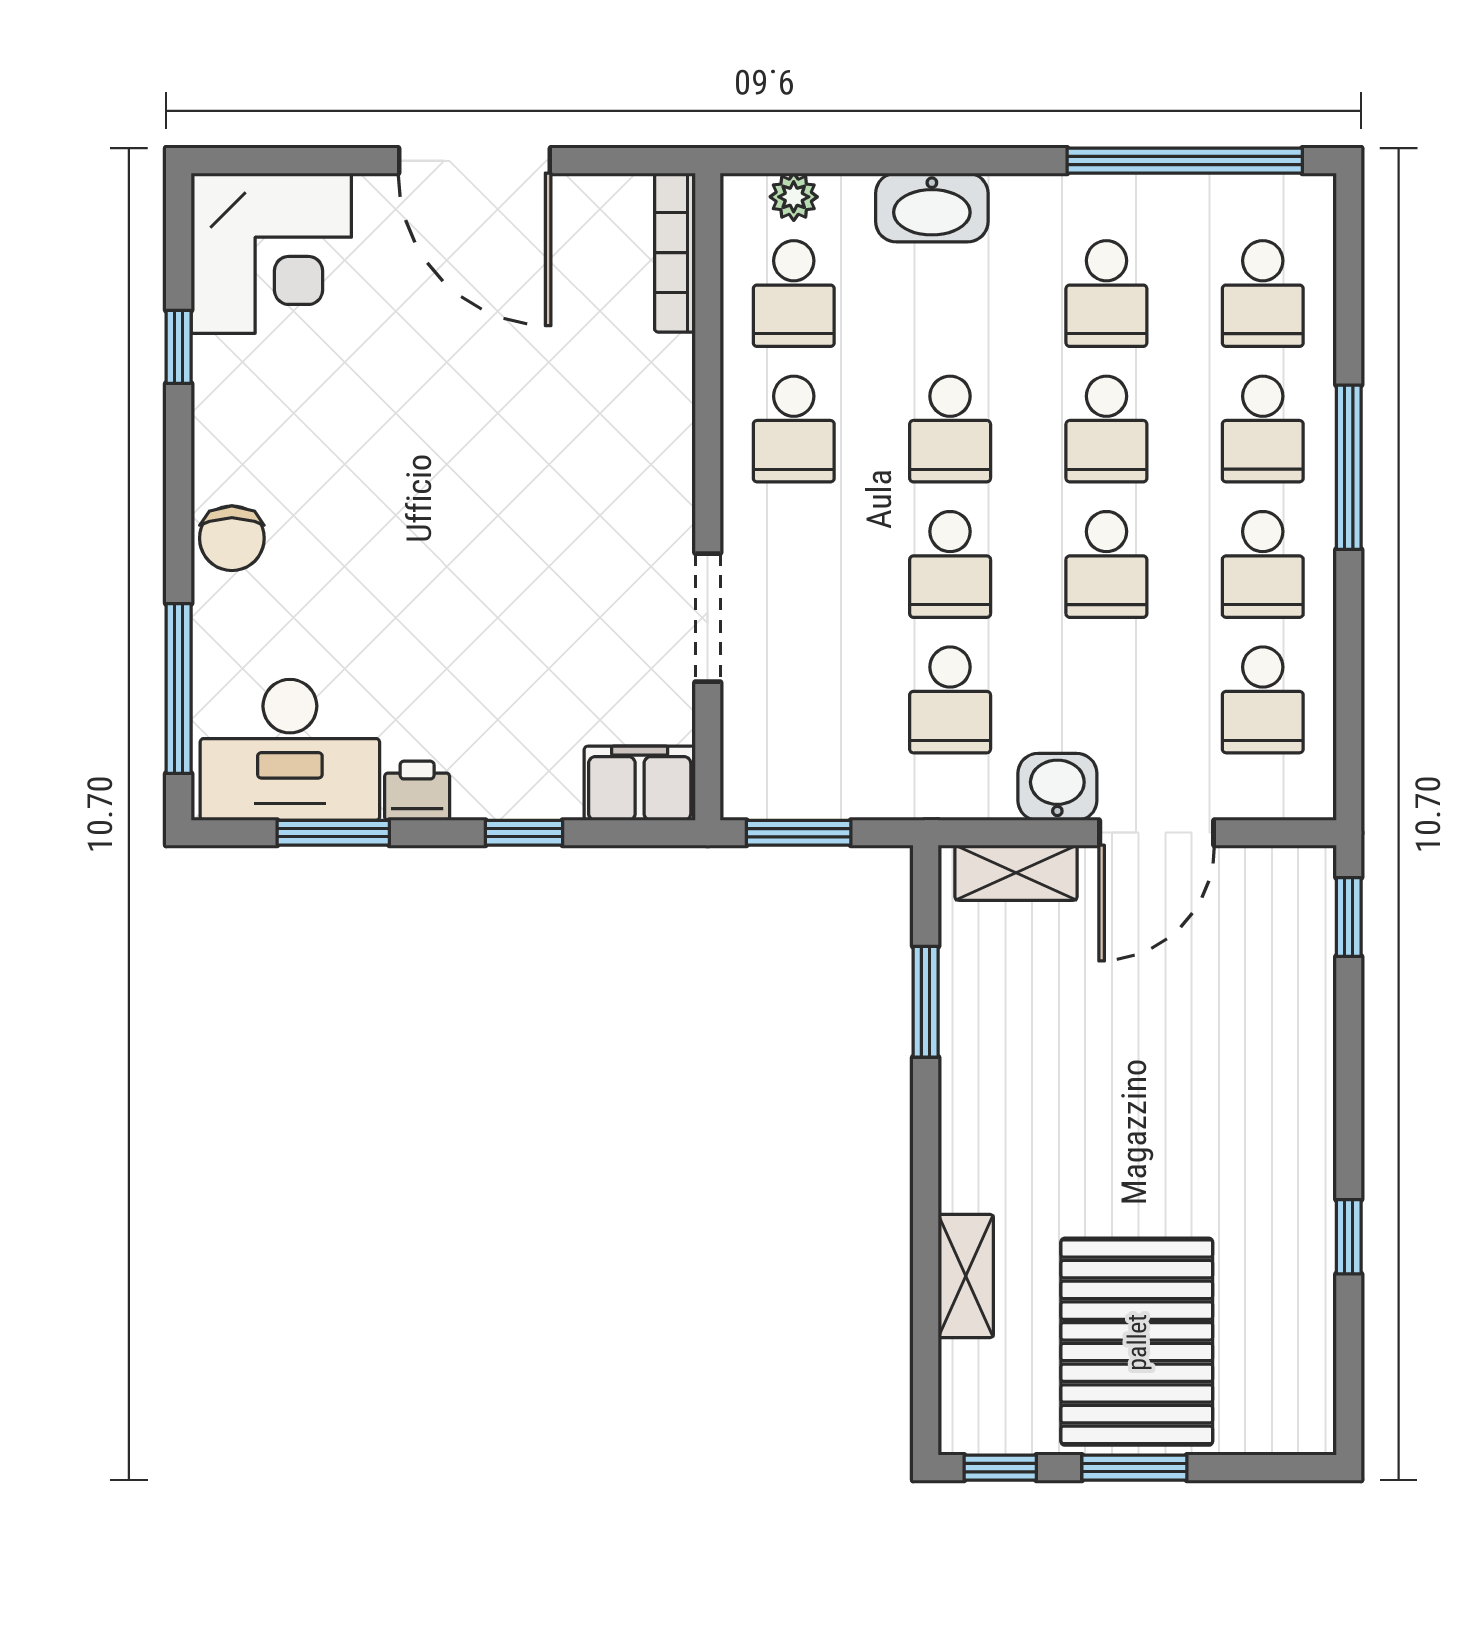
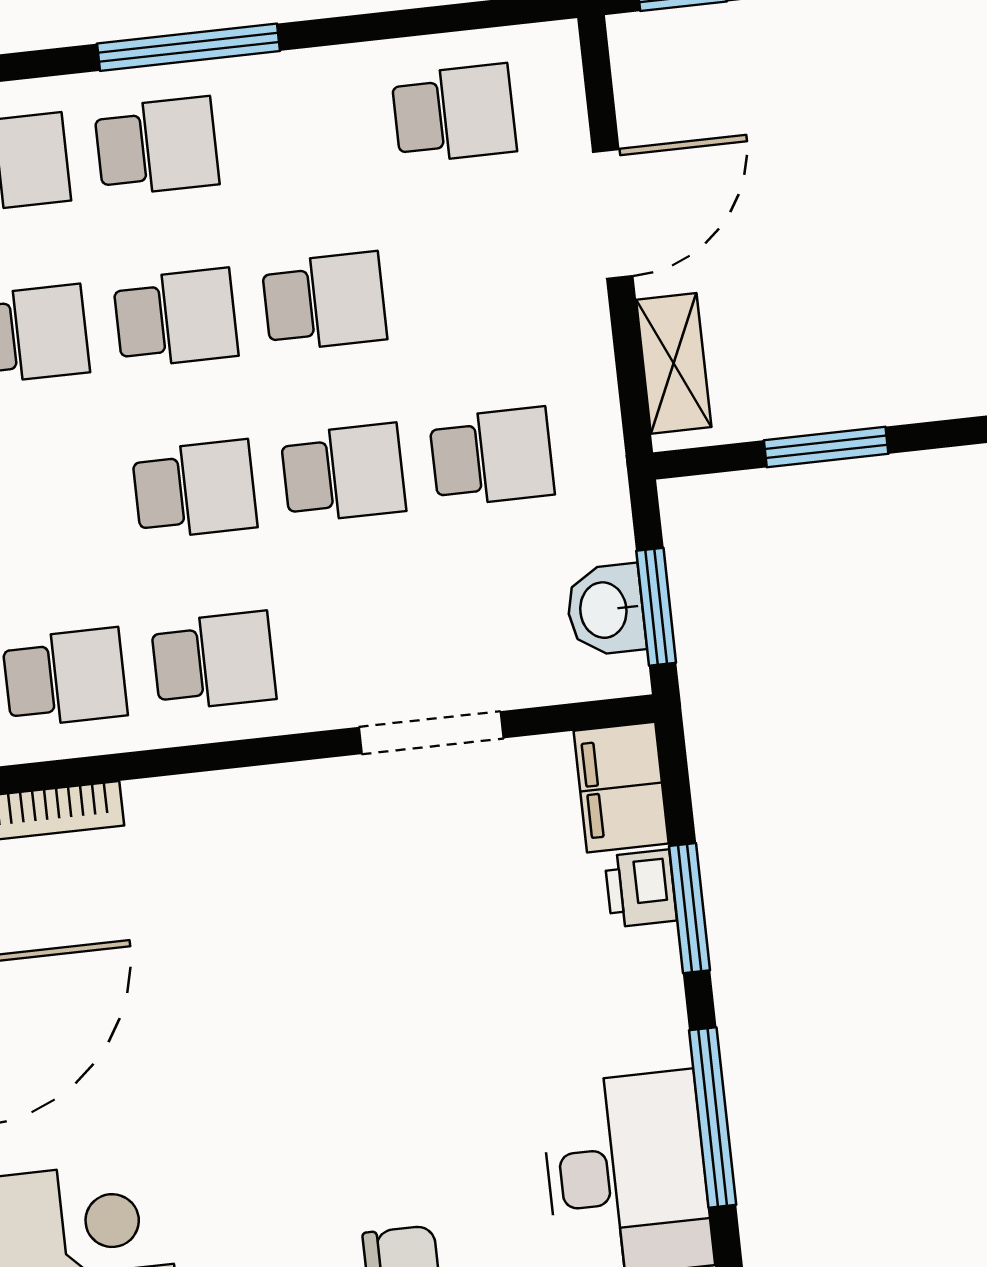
school desk: (1263, 564) -> (305, 130), removed
washbasin: (1057, 787) -> (606, 610), moved
printer: (417, 791) -> (641, 888), moved
window: (333, 833) -> (713, 1118), width x1.44
window: (524, 833) -> (689, 908), width x1.50
door: (1157, 833) -> (613, 214), hinge flipped

